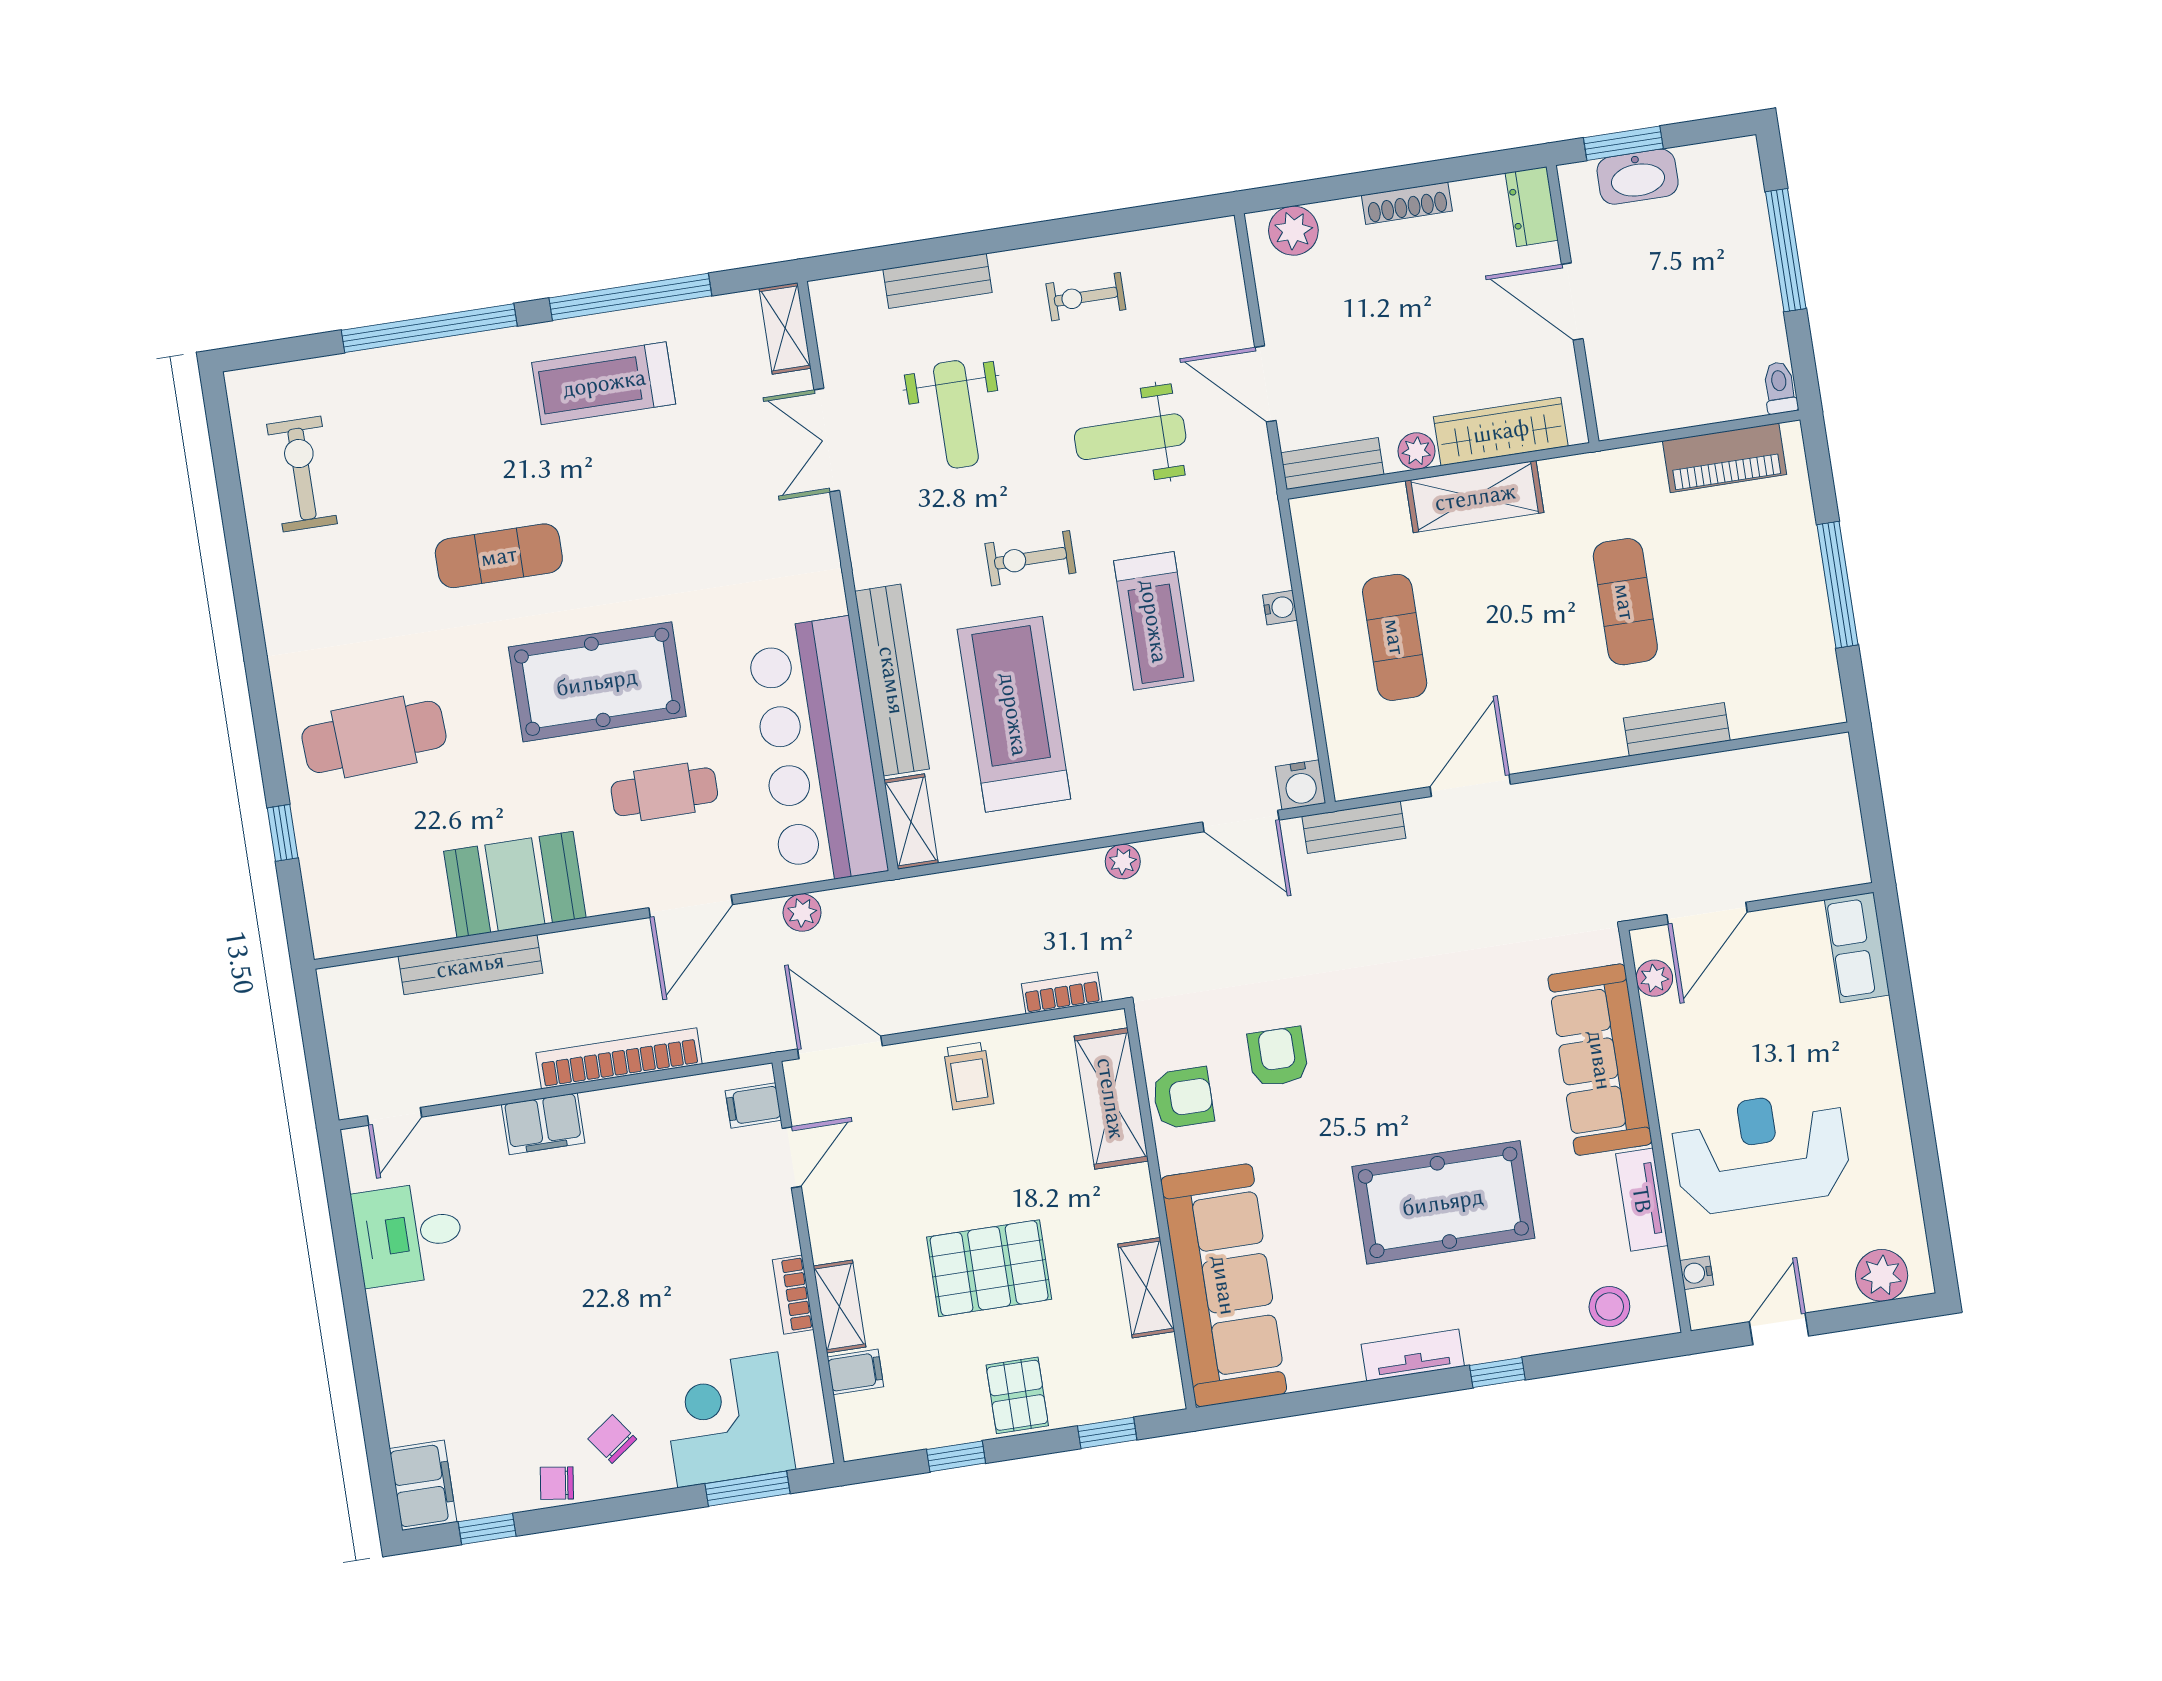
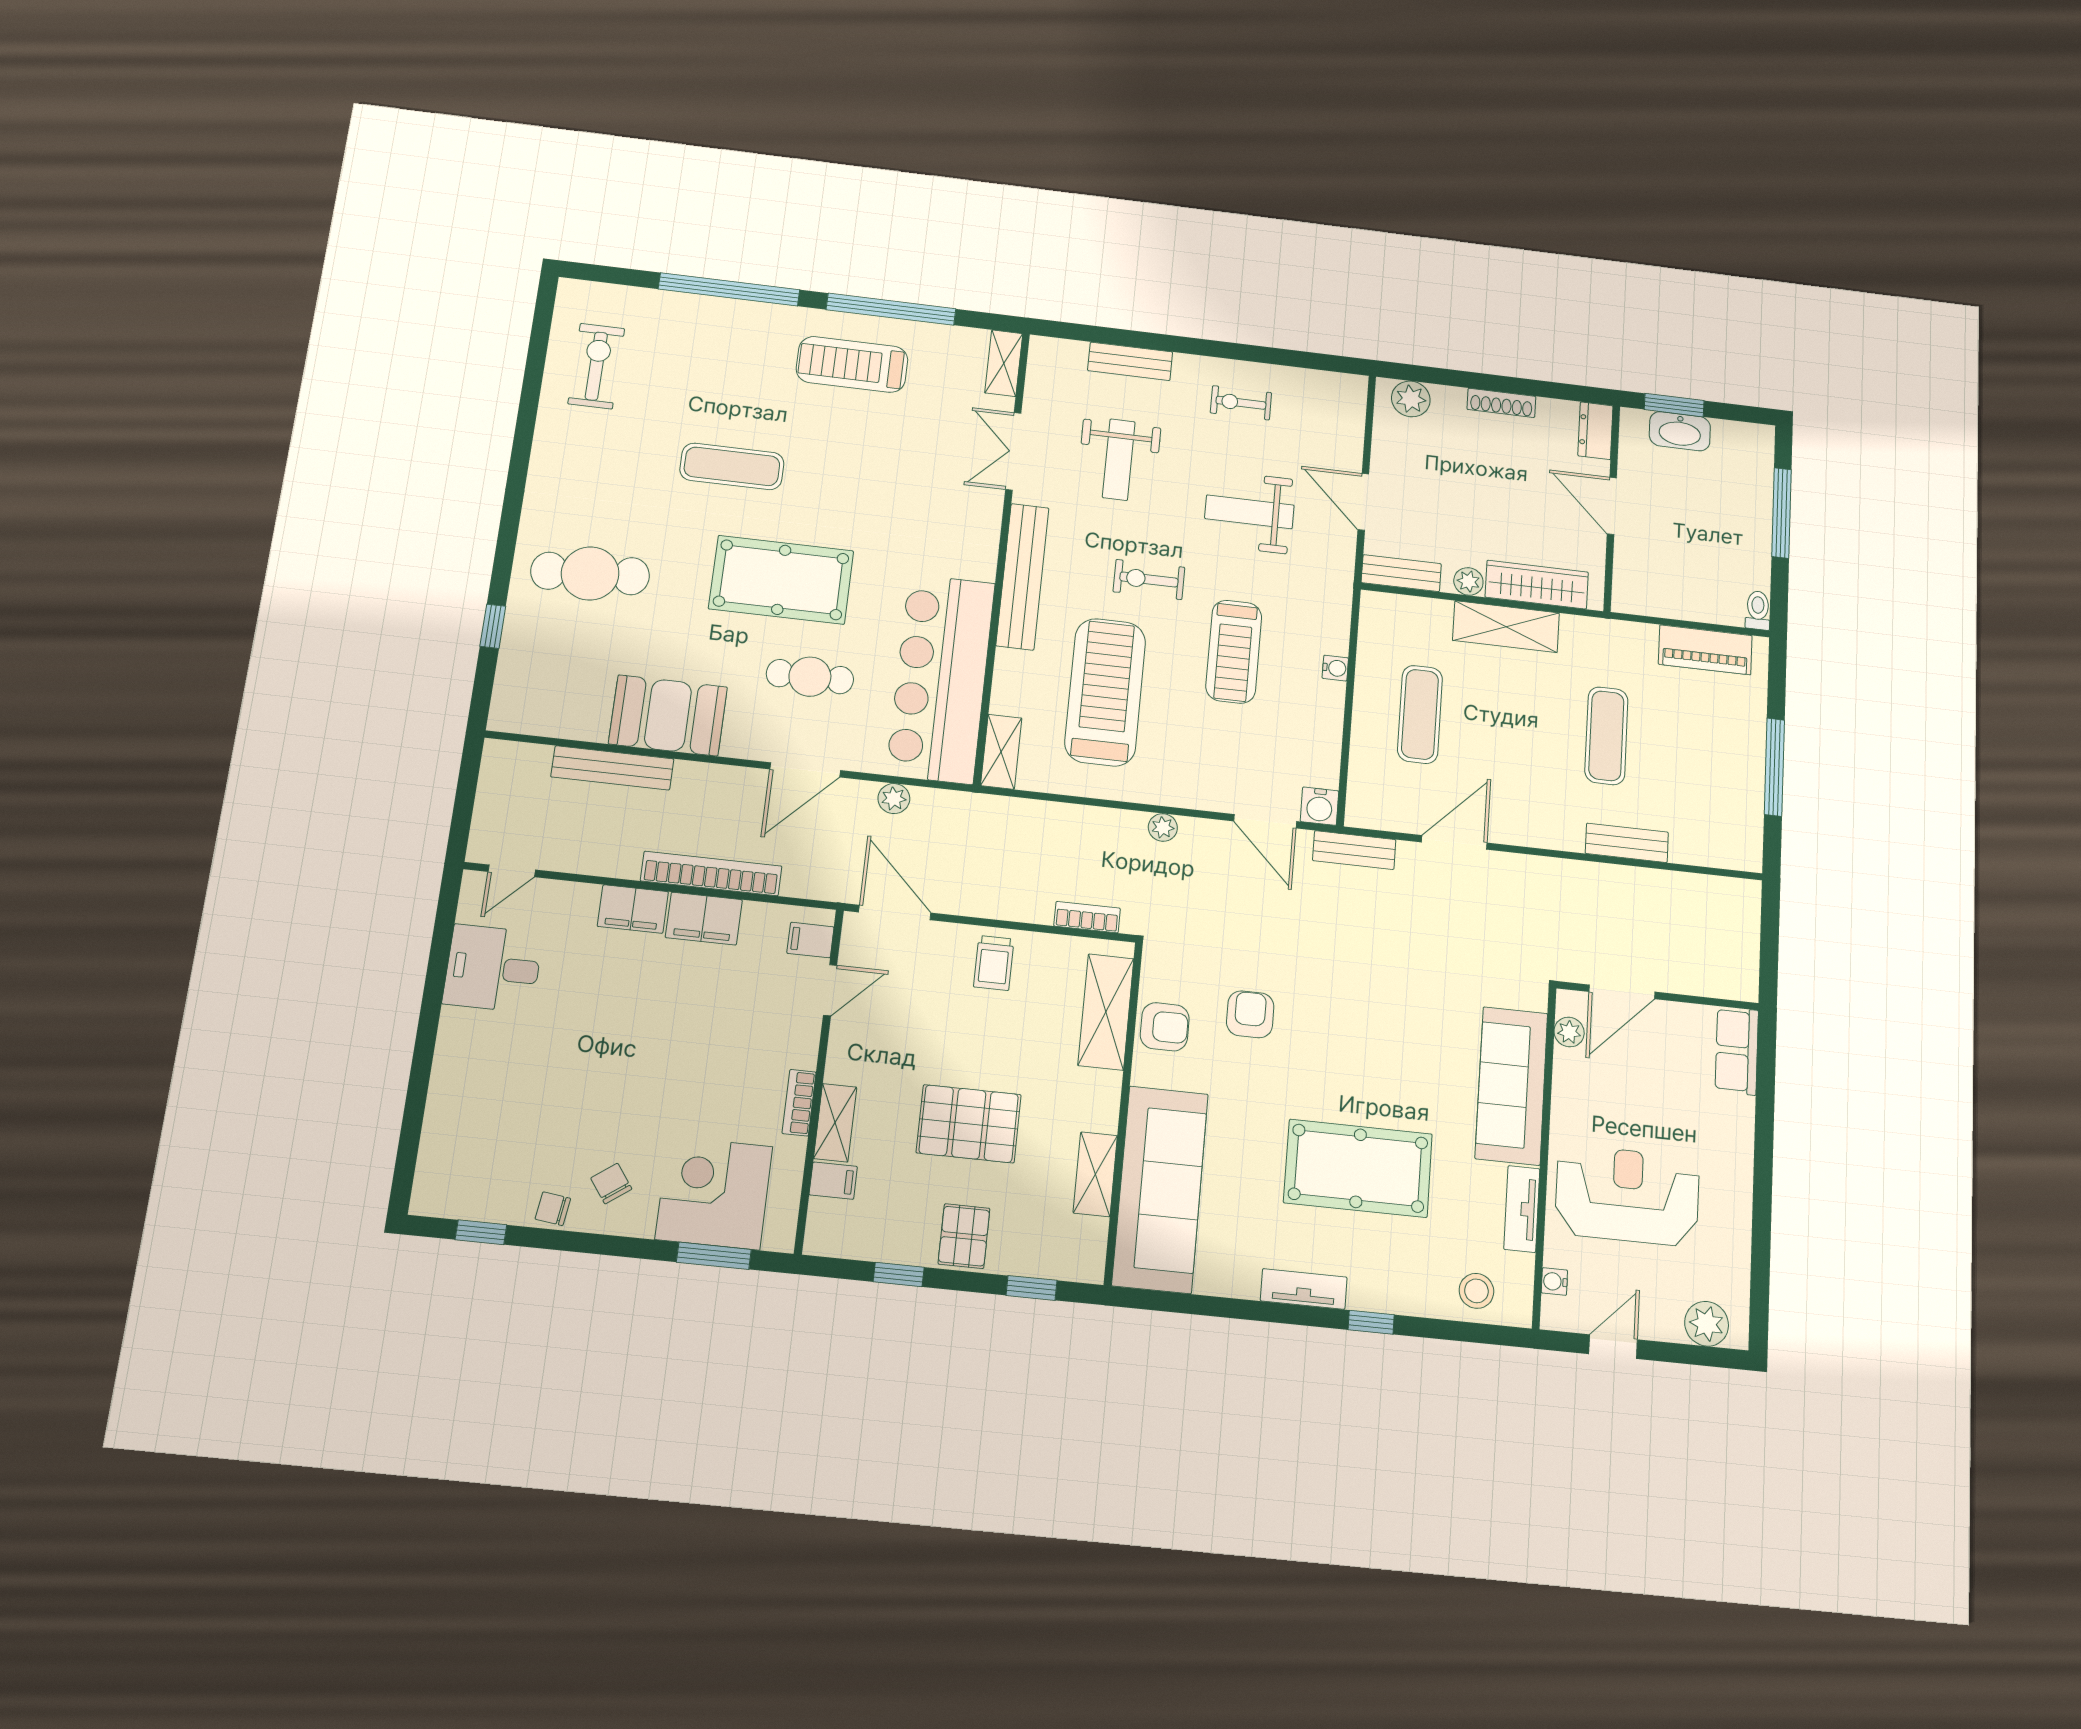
bench: (892, 680) -> (1022, 576), moved
filing cabinet: (423, 1485) -> (704, 919), moved, turned 90

